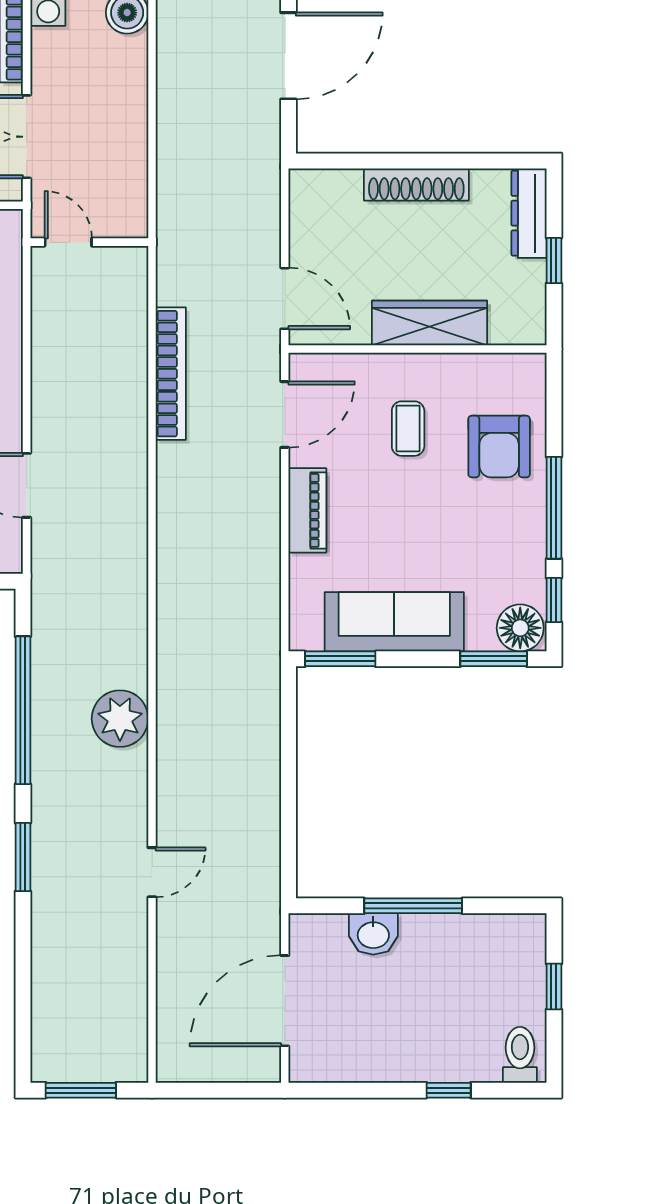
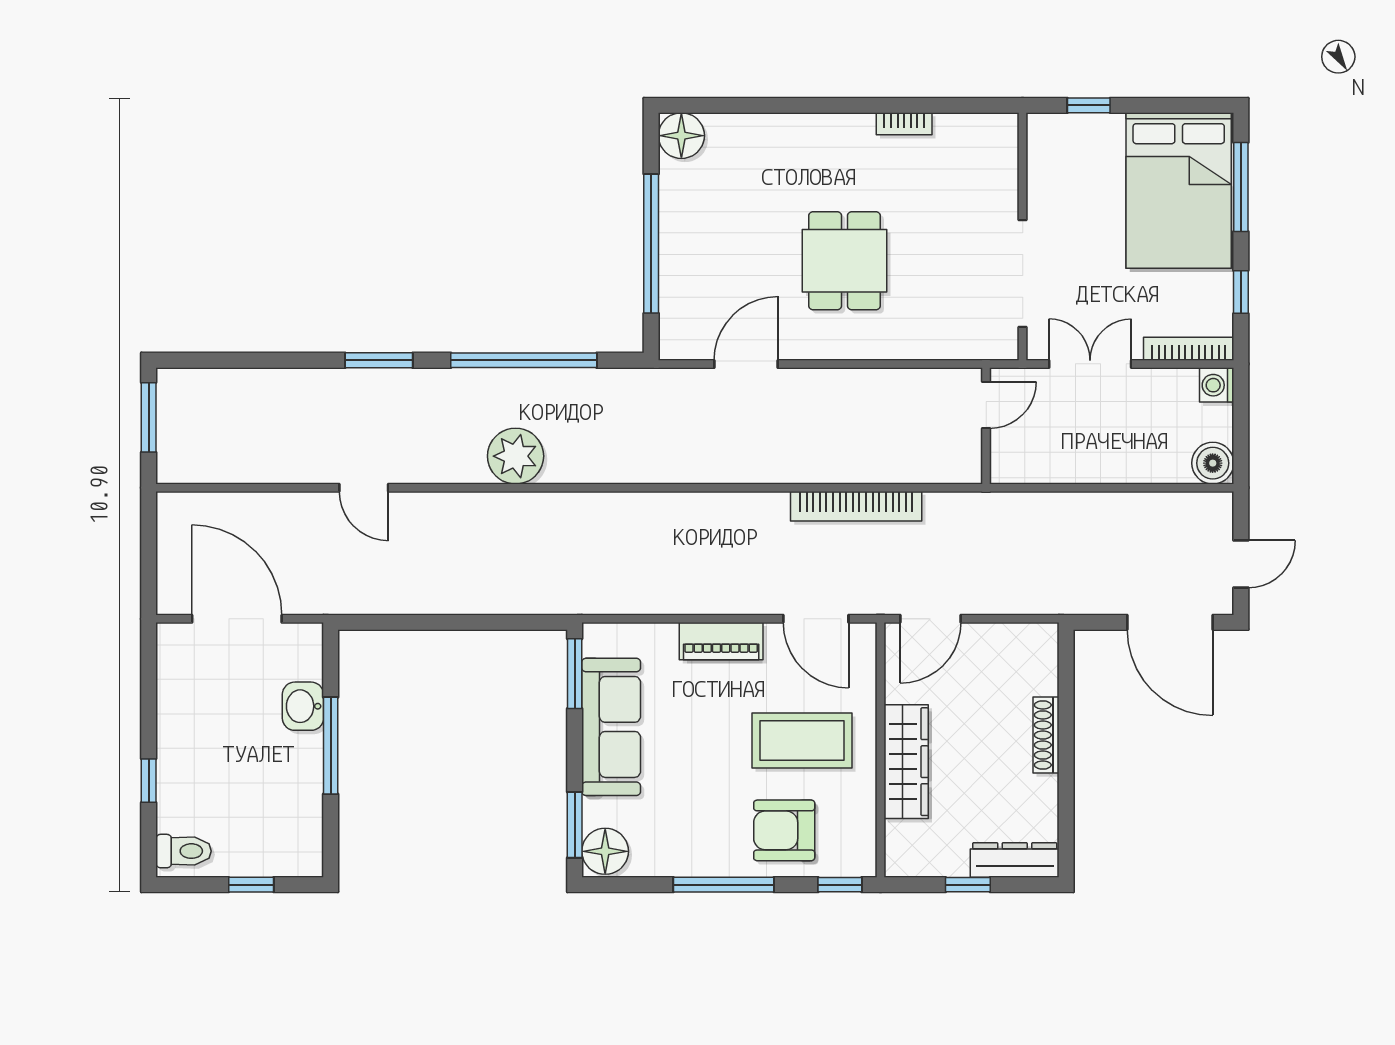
shoe rack: (416, 185) -> (1046, 735), width x0.74, depth x0.81
coffee table: (408, 429) -> (802, 740), width x1.86, depth x1.72
window: (554, 600) -> (840, 885), moved

